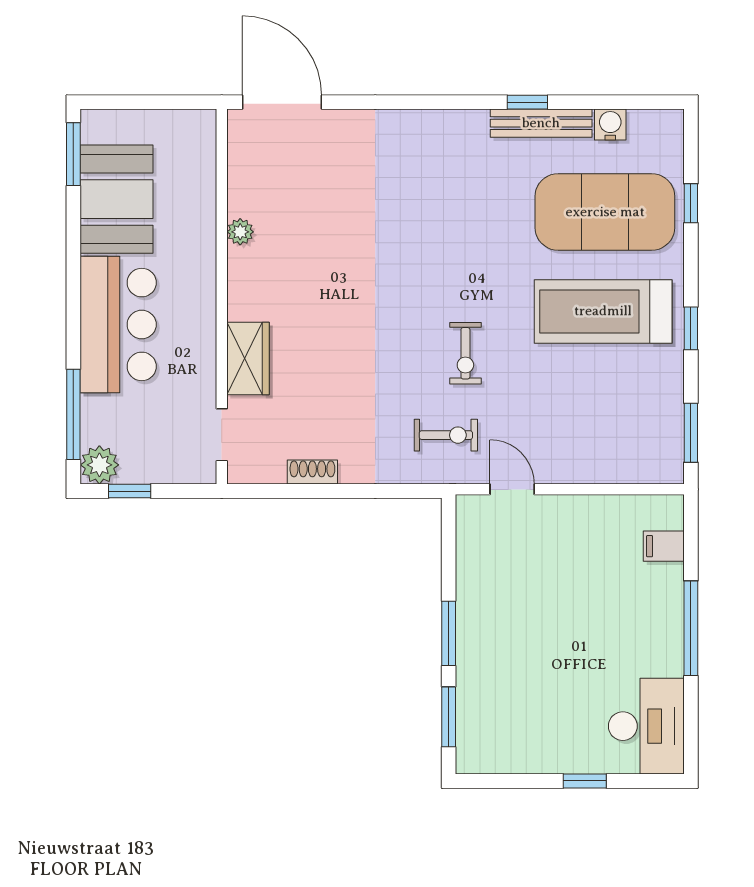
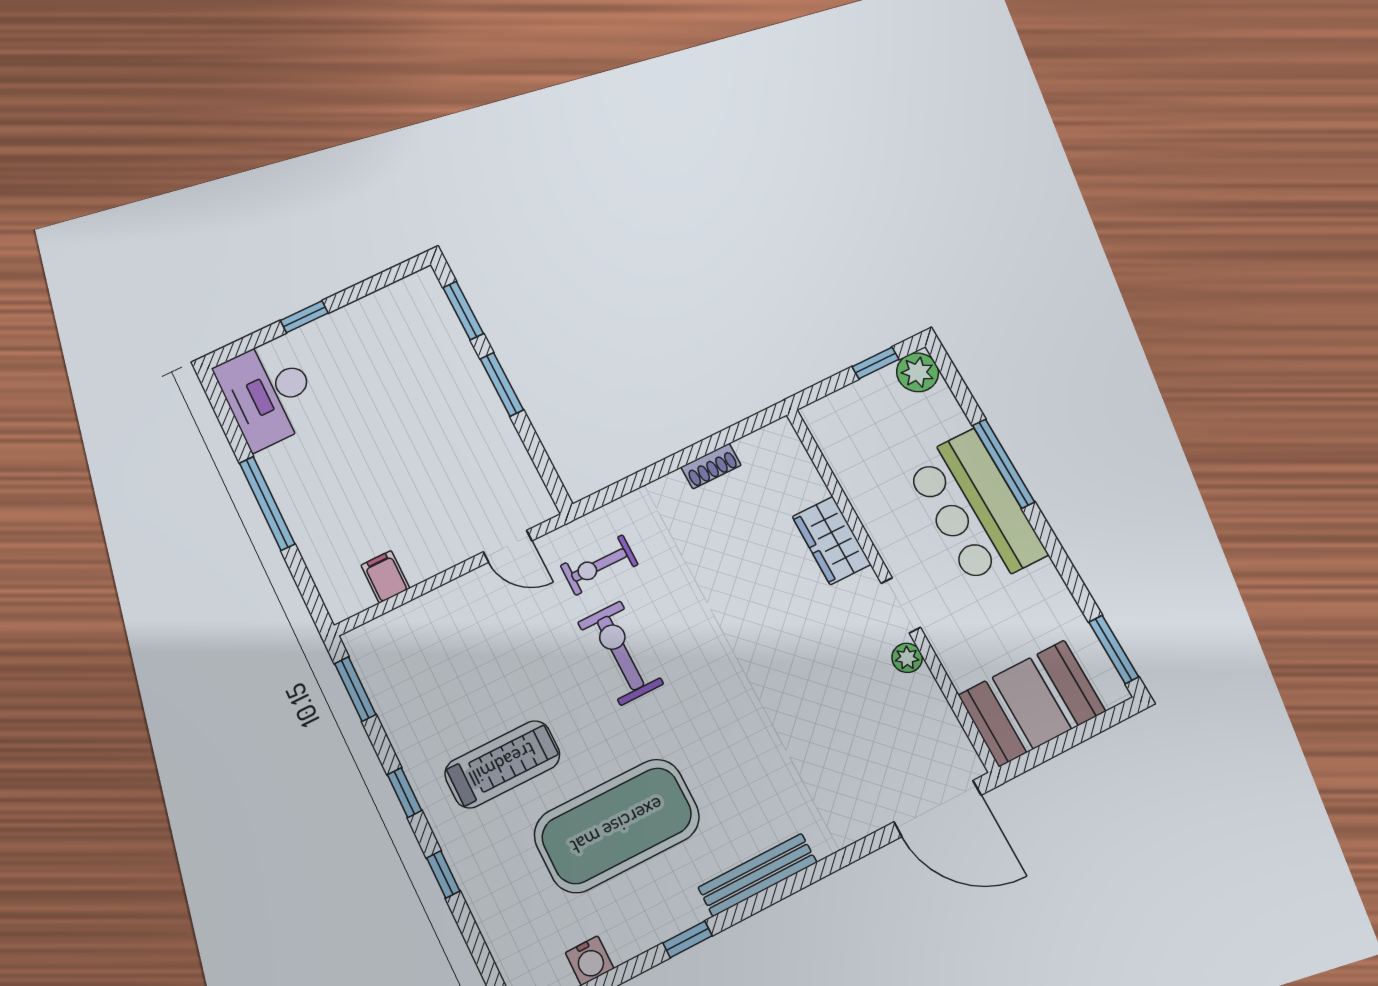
bench: (541, 123) -> (758, 875), moved
booth: (117, 199) -> (1032, 703), moved, turned 90
window: (691, 203) -> (443, 874), moved
exercise mat: (605, 212) -> (617, 826), moved
treadmill: (603, 311) -> (502, 764), width x0.73, depth x0.73
exercise bike: (465, 353) -> (621, 653), width x1.38, depth x1.39
window: (73, 414) -> (1003, 464), moved
doorway: (222, 435) -> (901, 605), moved
filing cabinet: (664, 546) -> (385, 577), moved, turned -90

